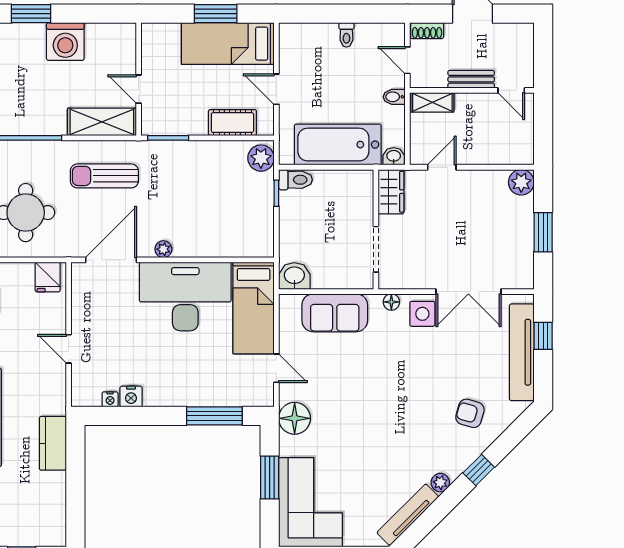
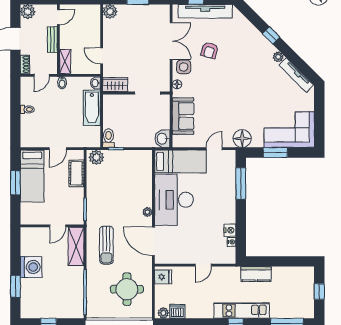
plant: (521, 36) -> (28, 12), added
bathtub: (338, 145) -> (92, 108), width x0.73, depth x0.73
armchair: (470, 413) -> (210, 50), moved

